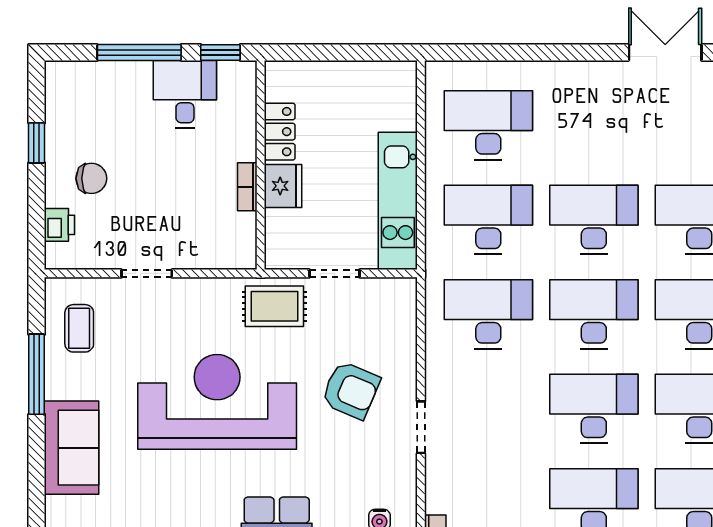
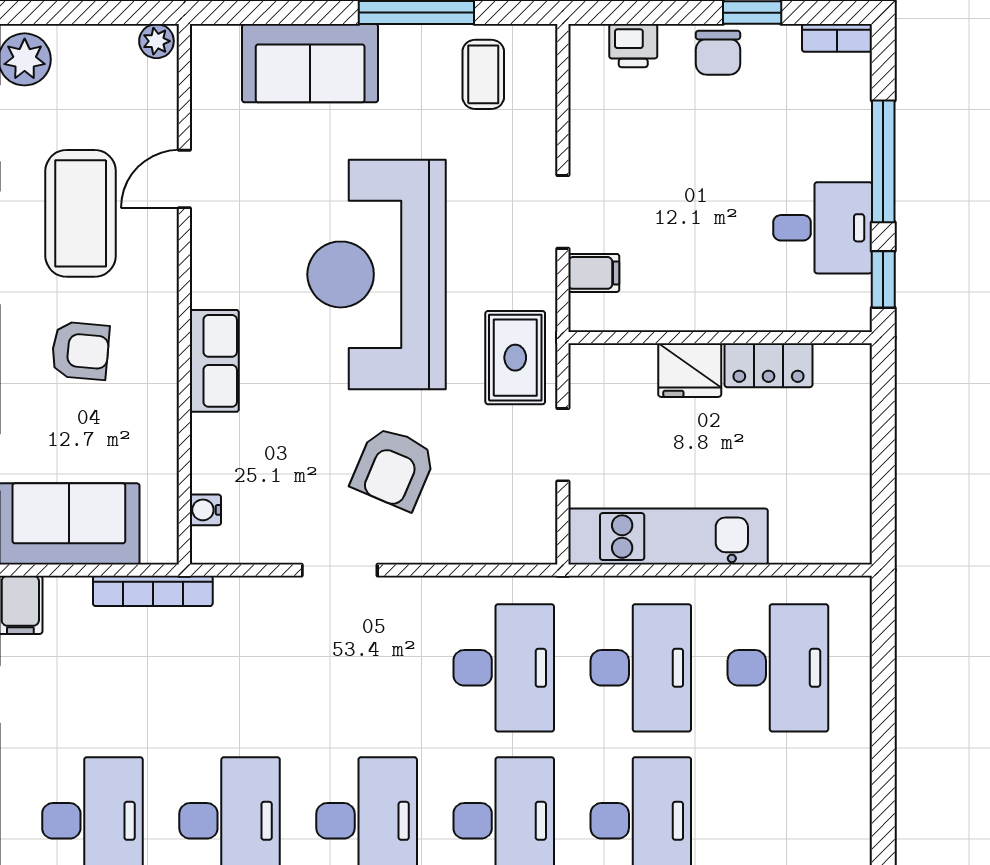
chair: (91, 178) -> (718, 53), moved
bookcase: (247, 187) -> (837, 38), moved, turned 180
filing cabinet: (216, 252) -> (594, 273), added
doorway: (147, 273) -> (563, 212), moved
coffee table: (79, 328) -> (483, 74), turned 90
reception desk: (217, 402) -> (376, 274), turned 180

